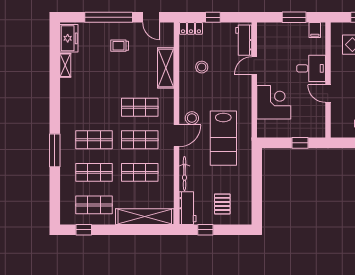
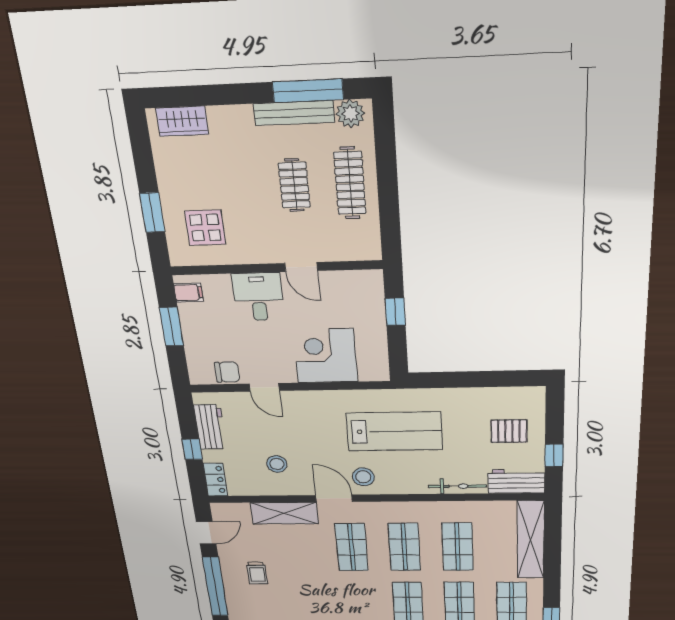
workbench: (244, 40) -> (210, 427), moved, turned -90
chair: (265, 45) -> (227, 372), added
door: (328, 94) -> (301, 267), hinge flipped
door: (176, 136) -> (334, 498), moved

